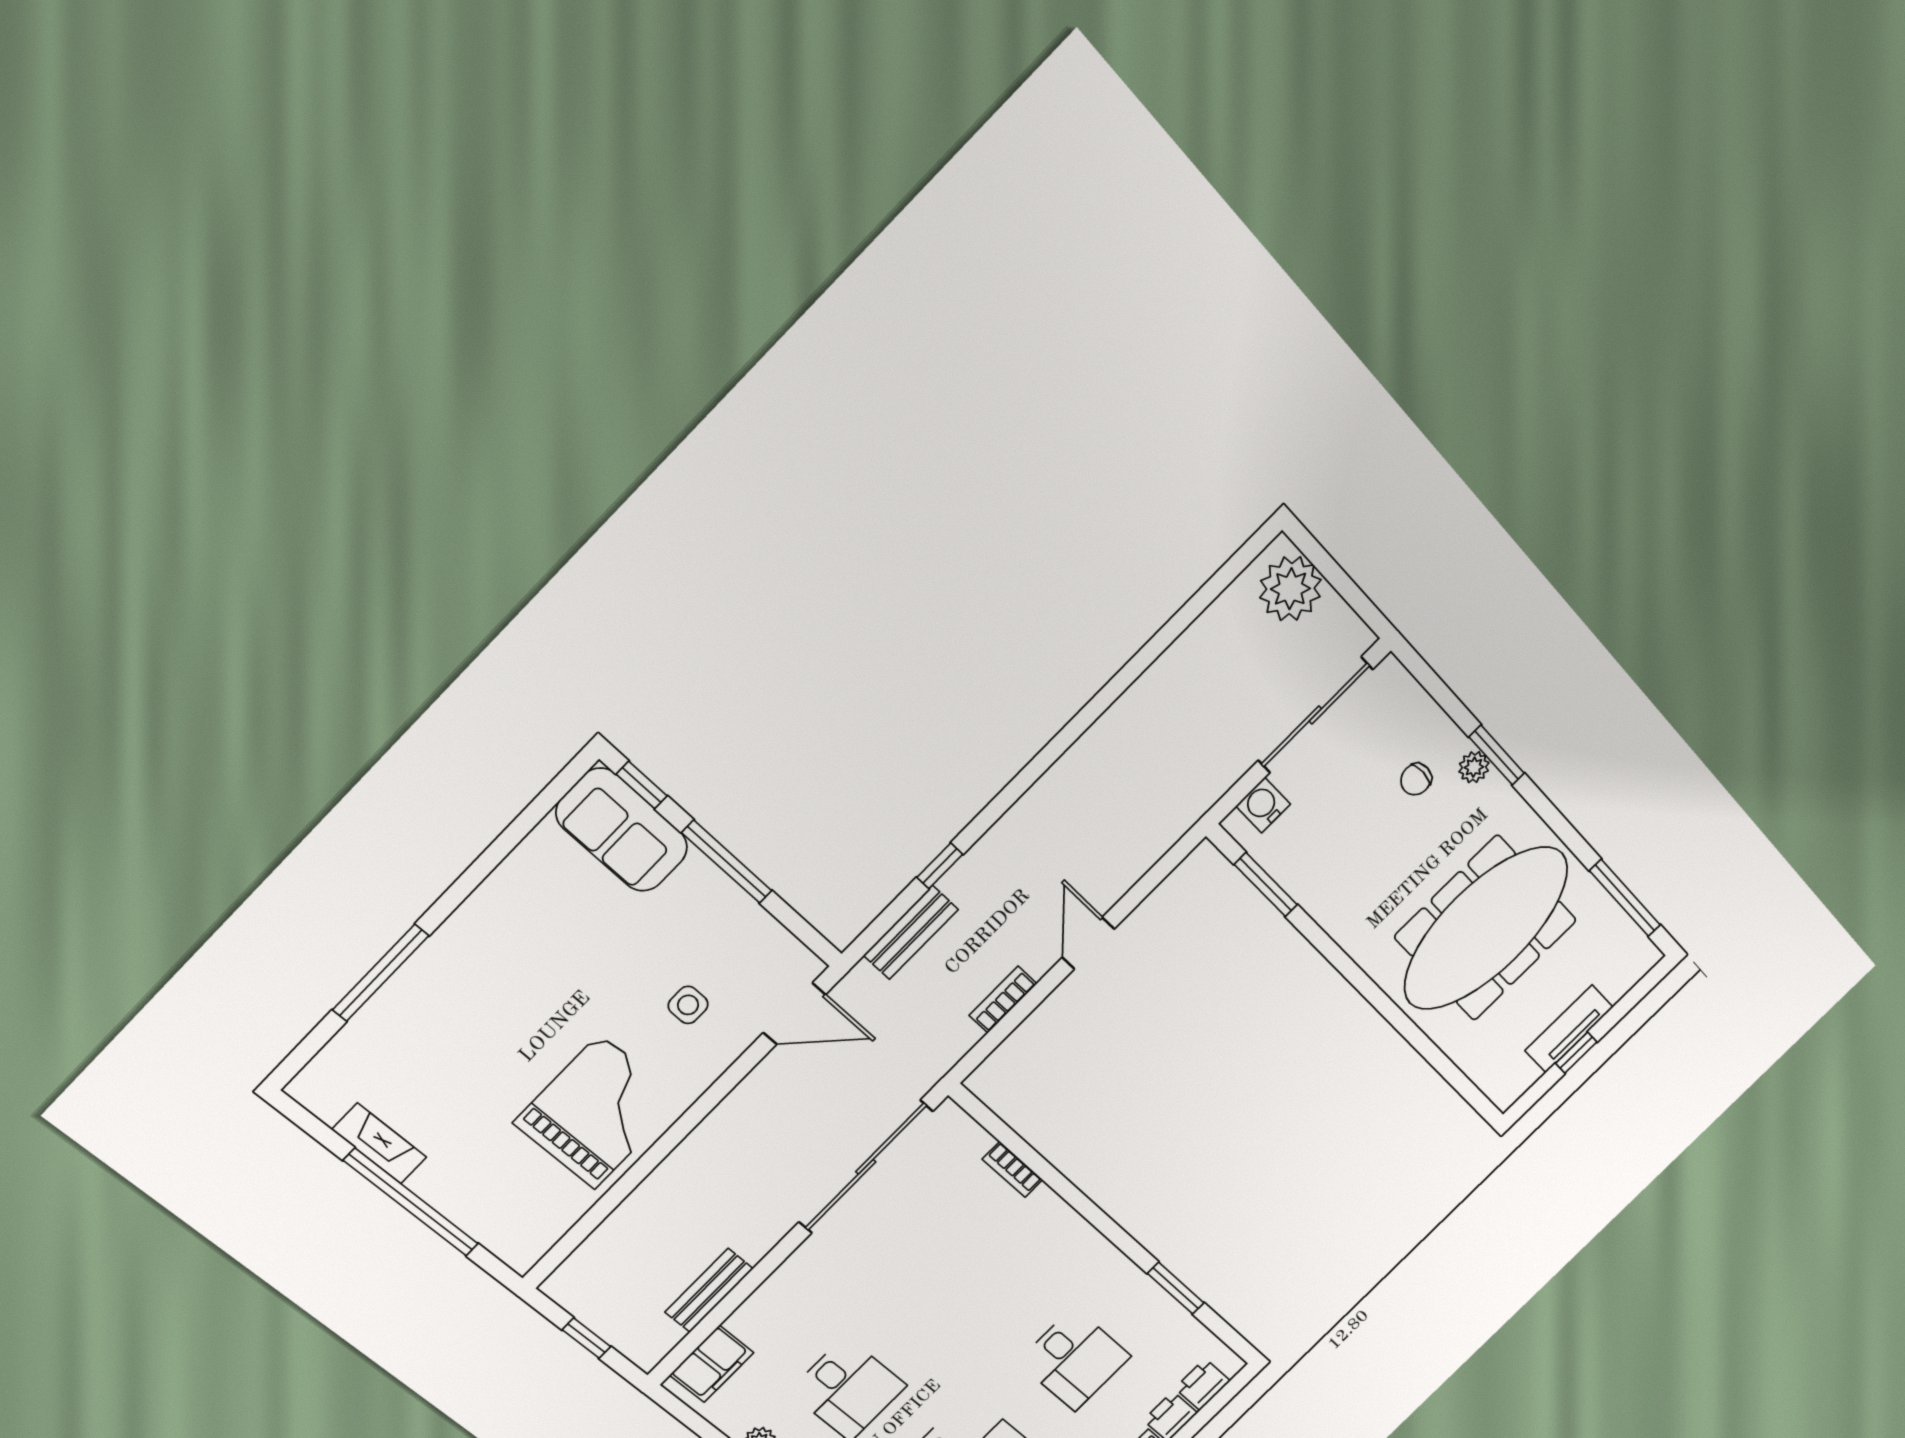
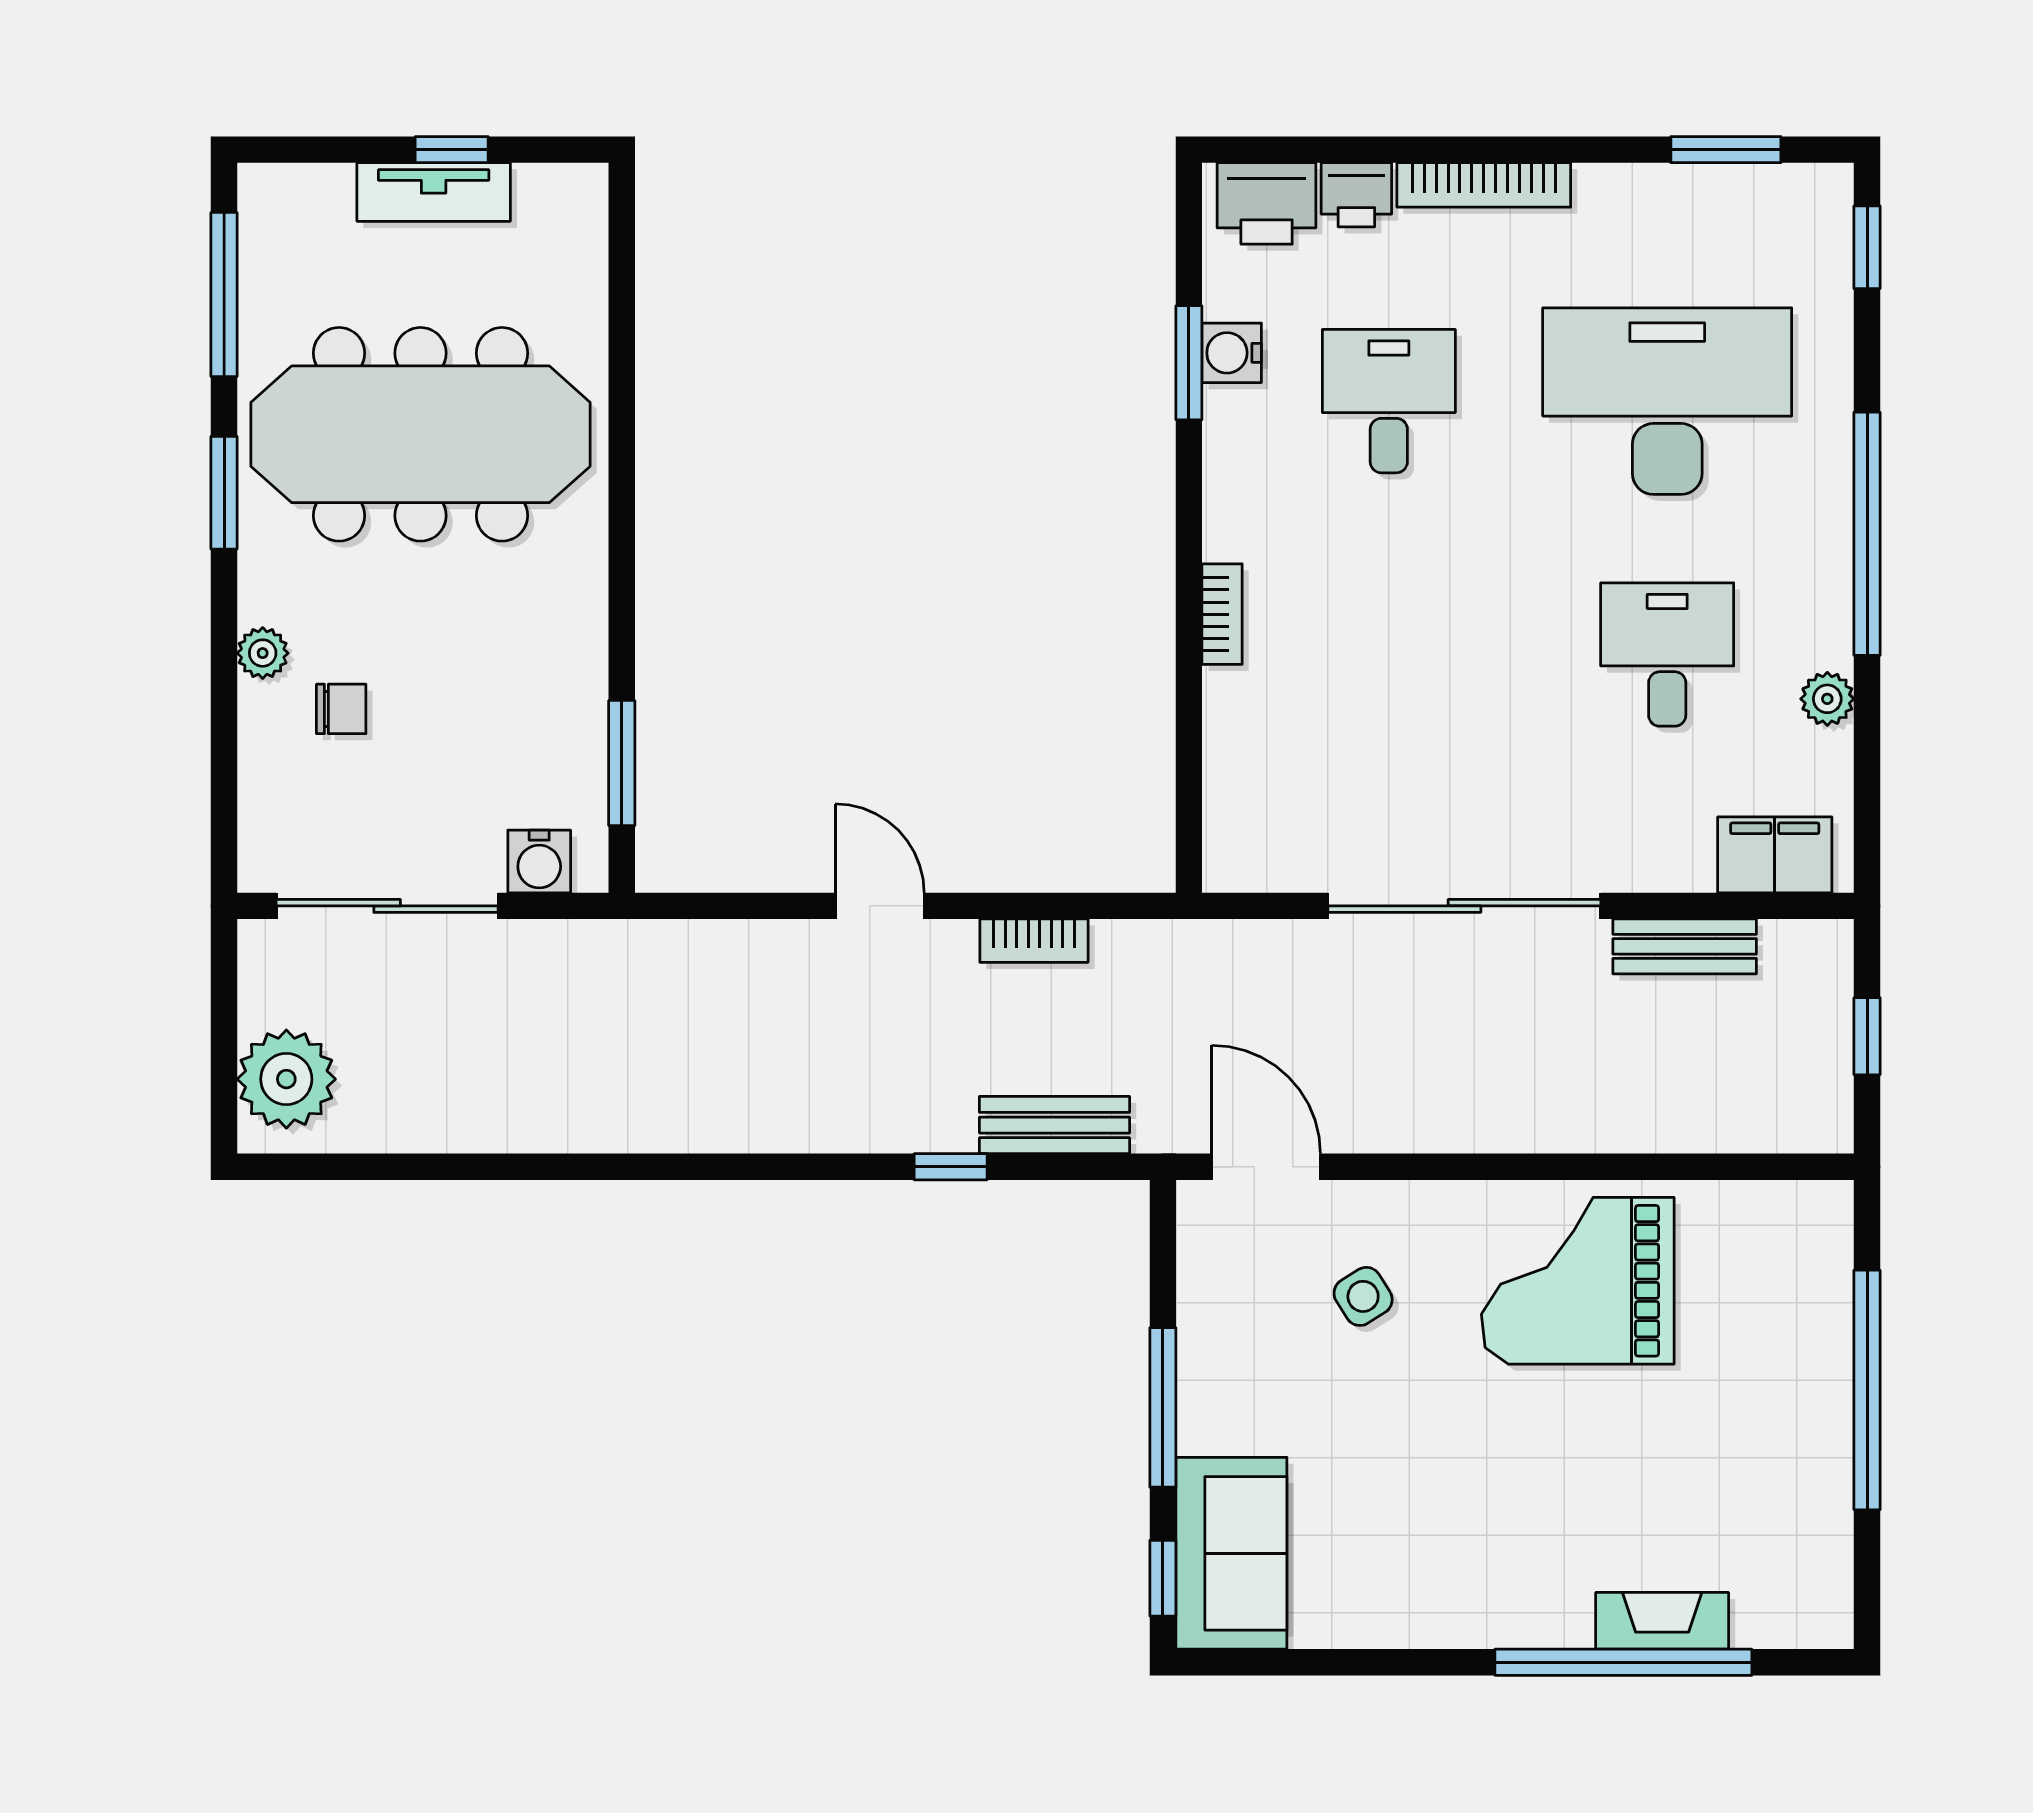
window: (1497, 755) -> (224, 493), moved
door: (1088, 943) -> (880, 906), swing flipped
window: (381, 973) -> (1623, 1662), width x1.46
side table: (688, 1005) -> (1363, 1296), turned -32
fireplace: (379, 1143) -> (1662, 1621), moved, turned 90
sliding door: (866, 1167) -> (1464, 906), moved
bookcase: (1012, 1169) -> (1222, 614), moved
water cooler: (1161, 1310) -> (1232, 353), added
printer: (1202, 1384) -> (1267, 203), width x1.36, depth x1.24

